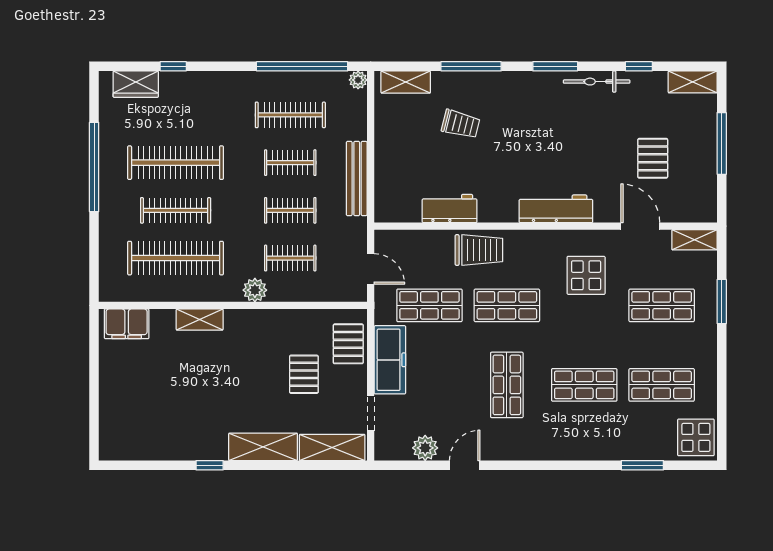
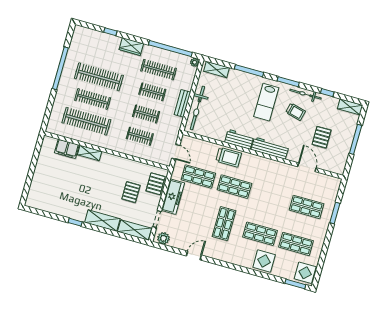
wardrobe: (136, 84) -> (131, 47), moved
lab bench: (523, 119) -> (266, 102), added
trolley: (461, 124) -> (296, 112), moved
bicycle: (389, 169) -> (197, 108), added
bench: (357, 178) -> (182, 103), width x0.73
workbench: (450, 209) -> (239, 139), moved
shelving: (694, 240) -> (330, 181), removed
display table: (586, 275) -> (264, 261), moved
plant: (255, 290) -> (119, 147), removed
filing cabinet: (127, 324) -> (67, 149), moved
plant: (425, 448) -> (163, 238), moved
window: (642, 465) -> (295, 284), moved

